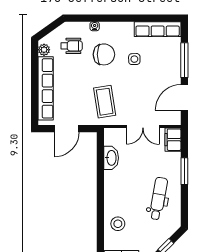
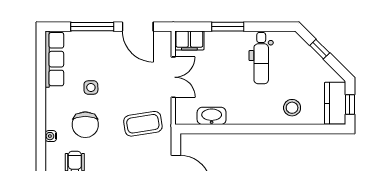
chair: (104, 54) -> (85, 125), turned 180
dental chair: (158, 198) -> (261, 58), turned -100

